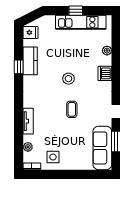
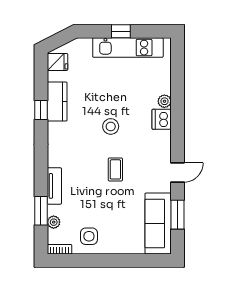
plant: (107, 51) -> (164, 101), moved
window: (19, 139) -> (41, 211), added

